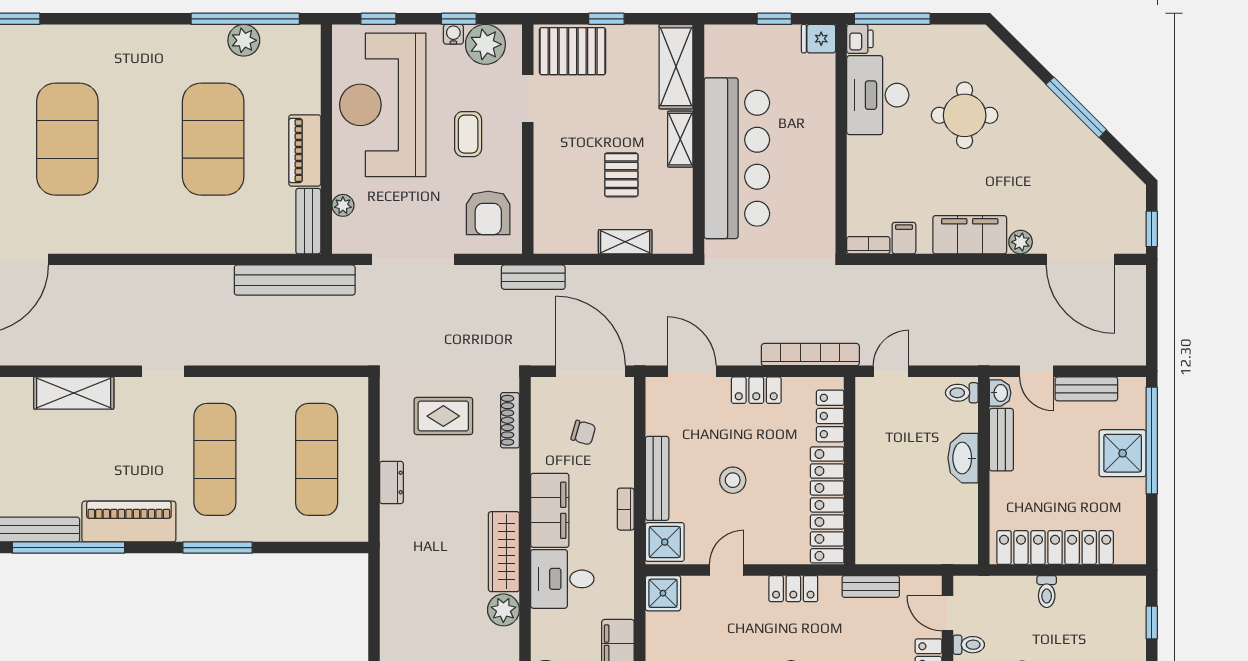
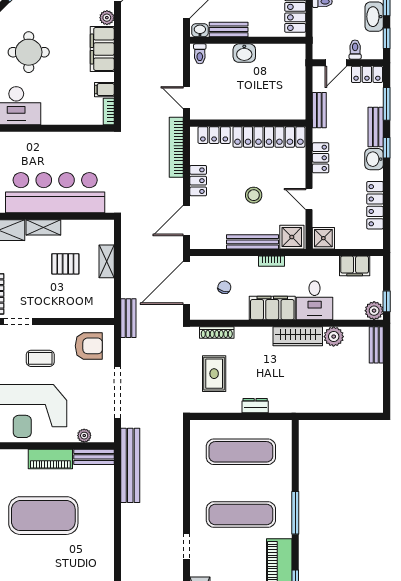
washbasin: (963, 458) -> (244, 53), width x0.72

